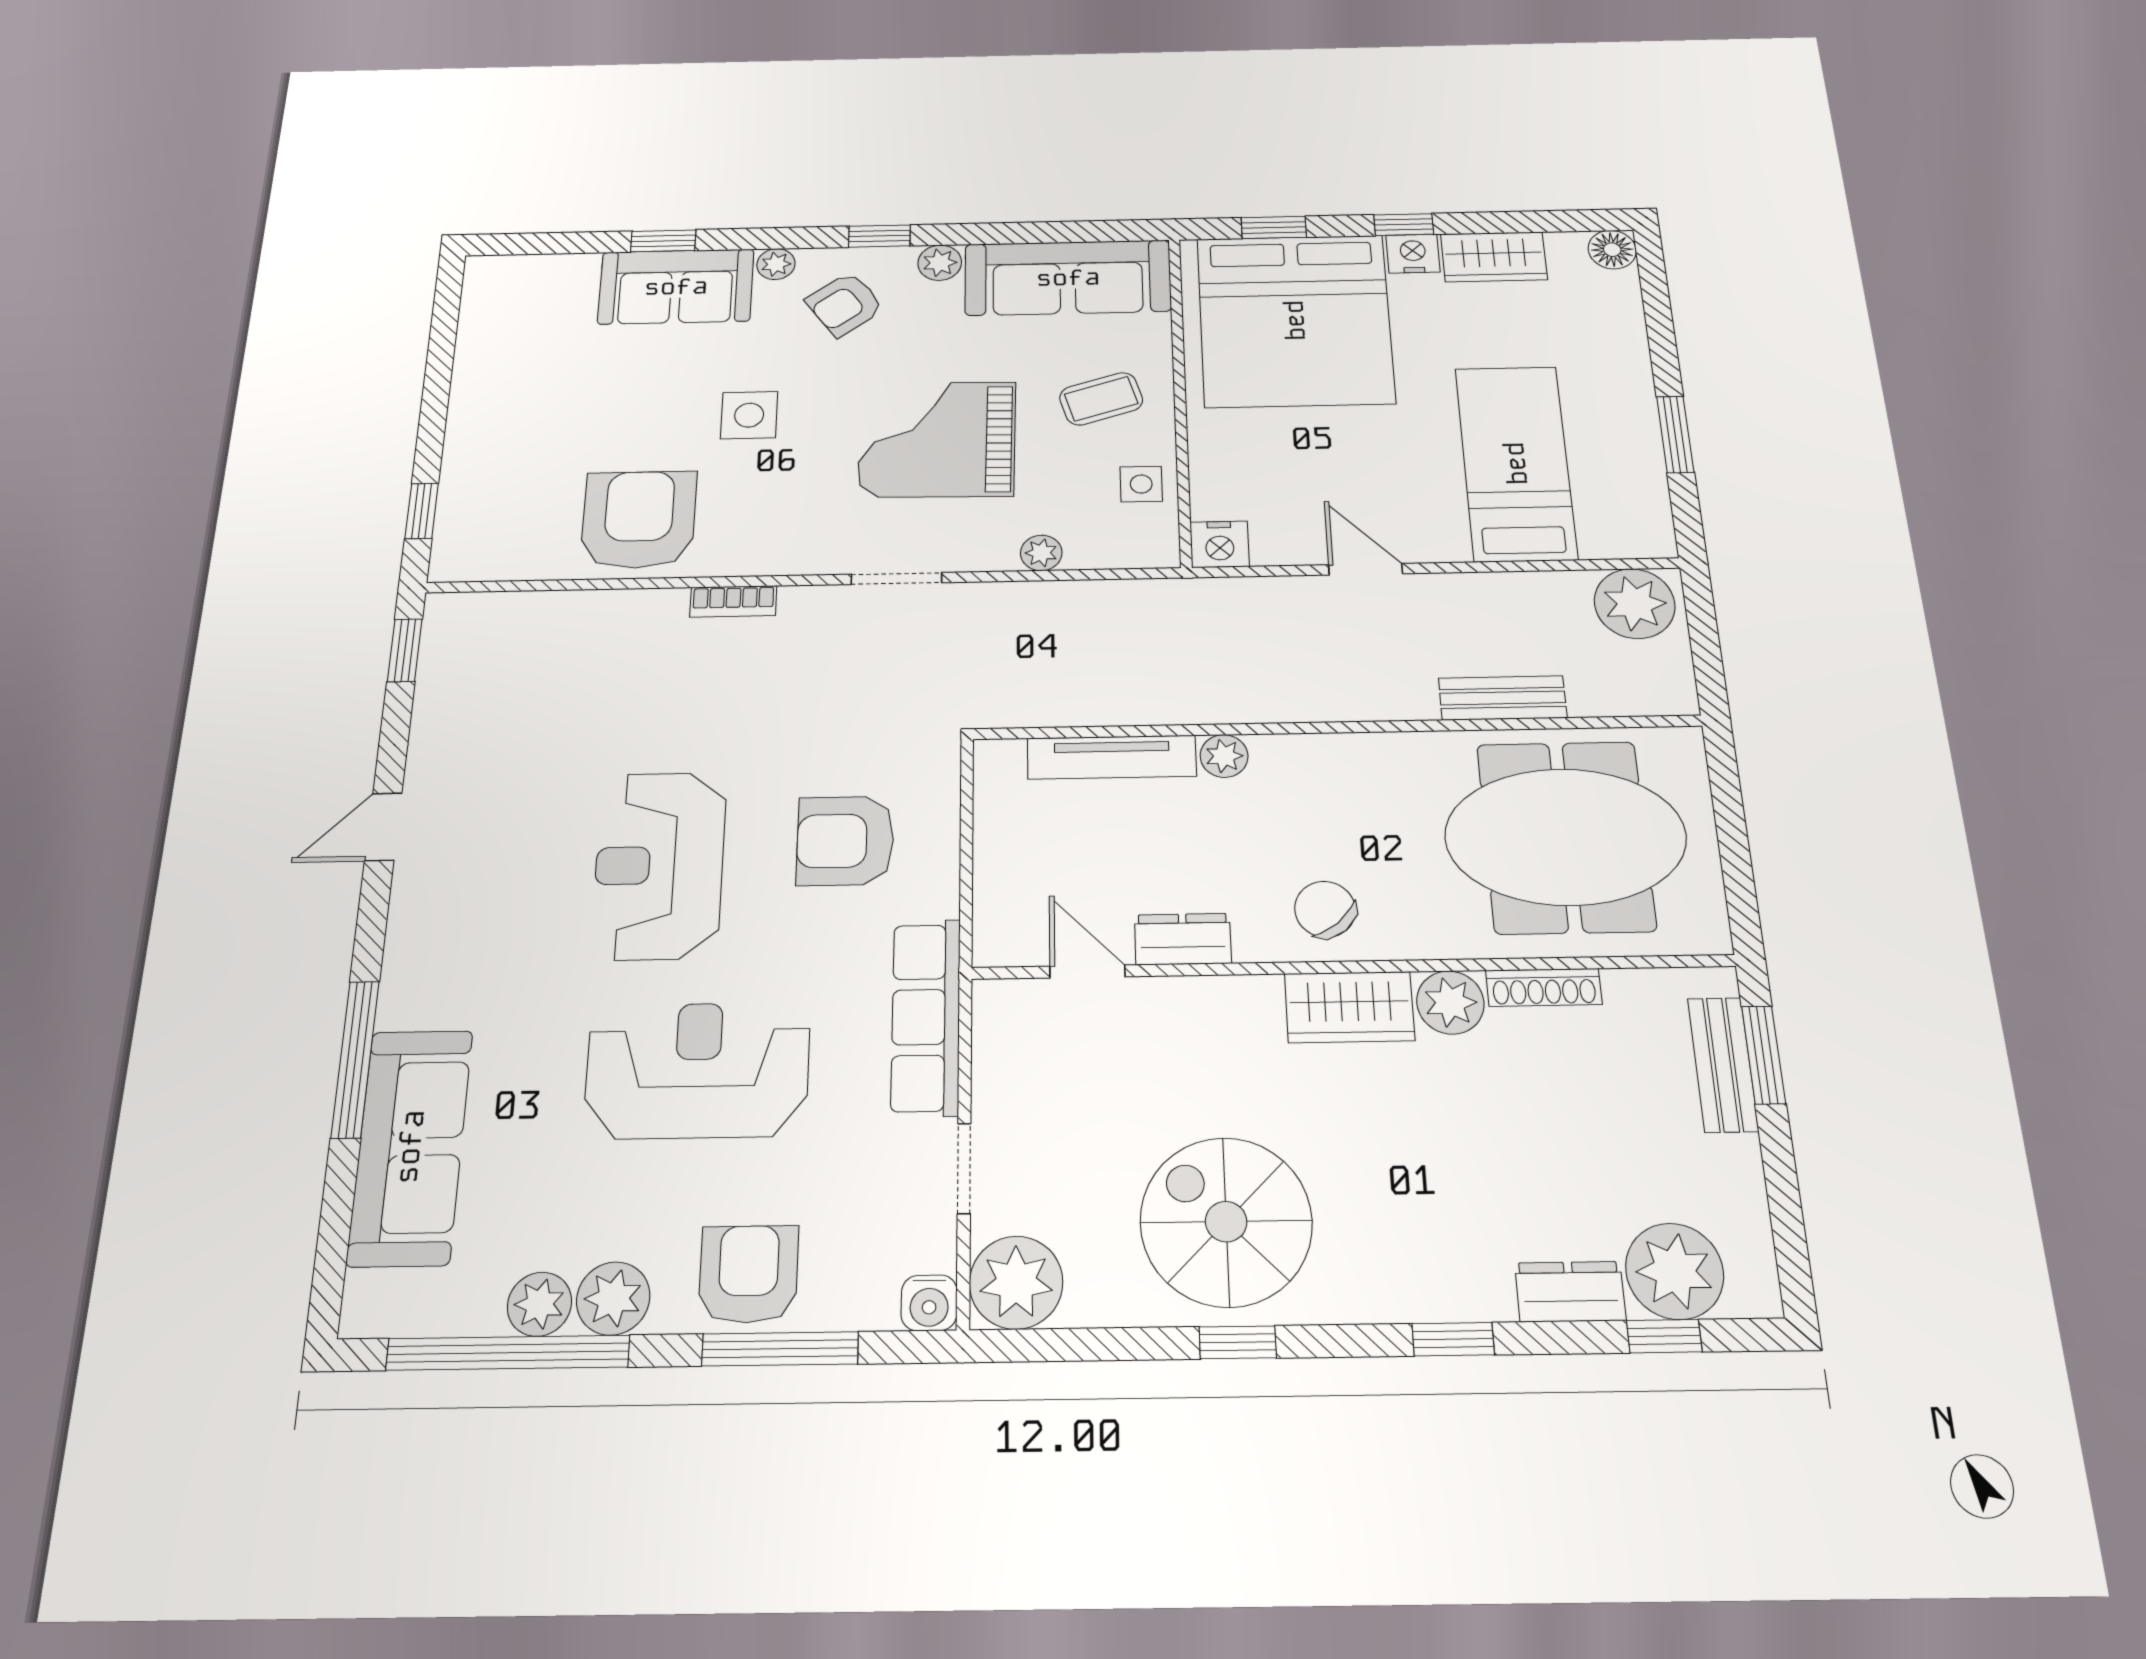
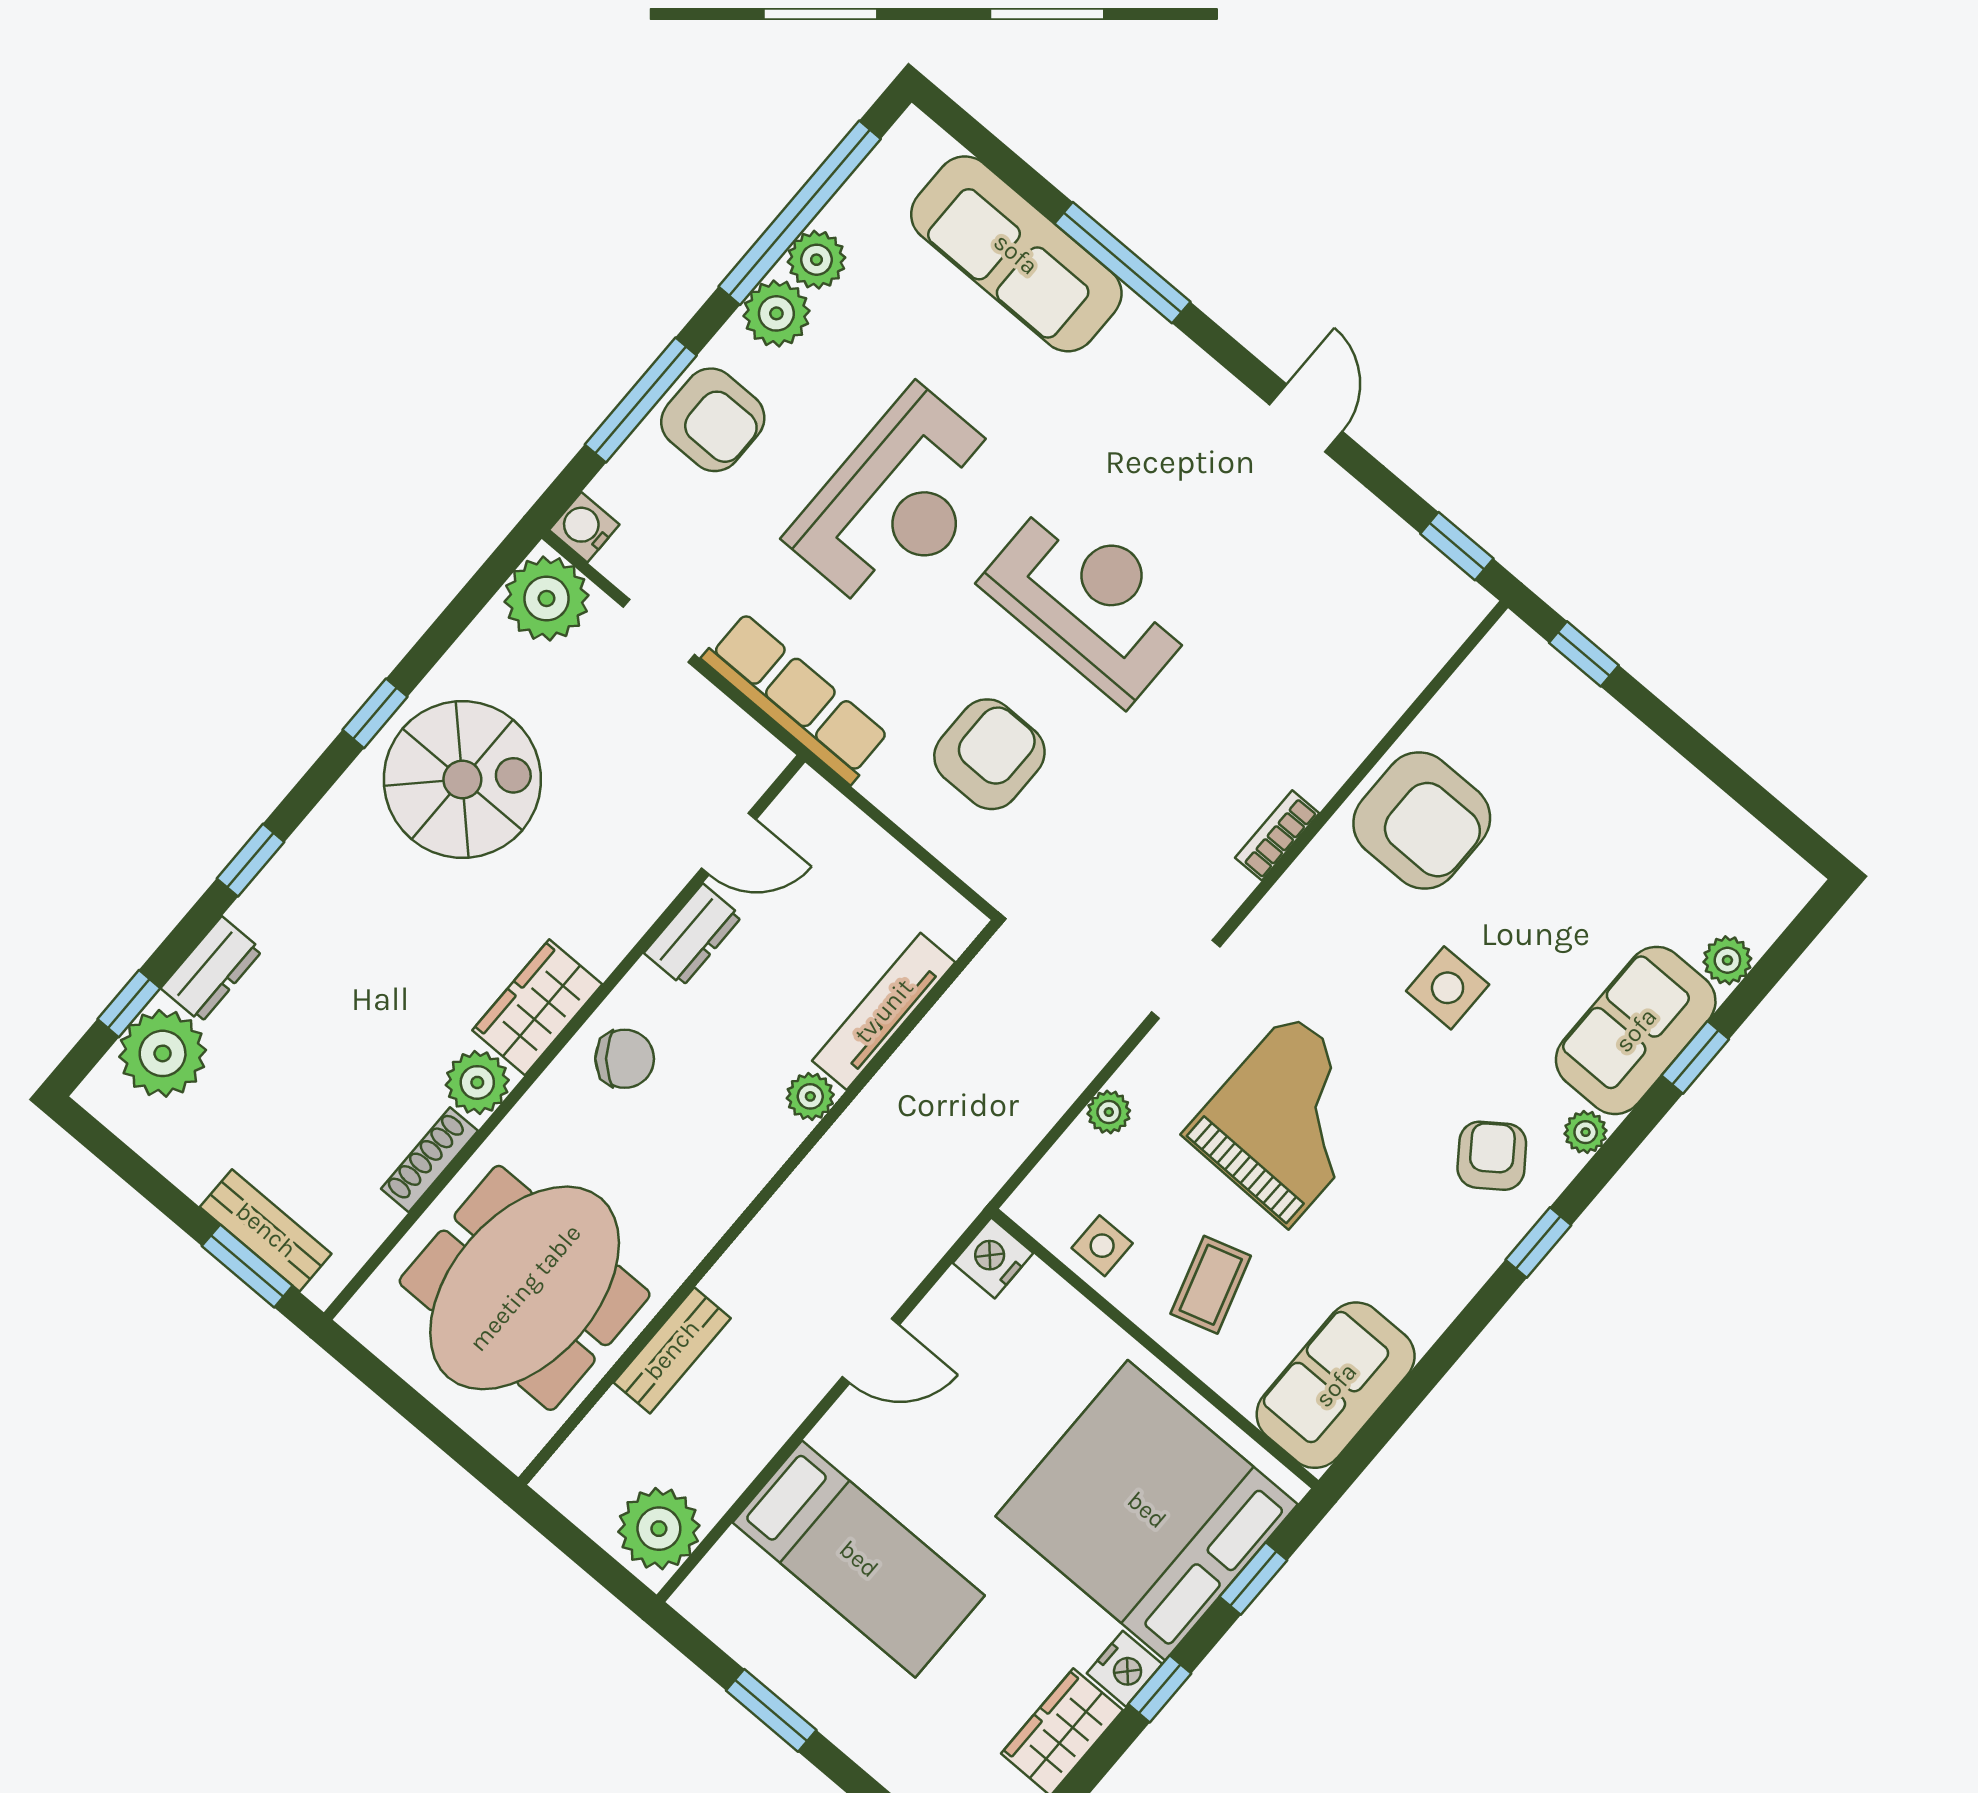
plant: (940, 263) -> (1727, 960), moved
sofa: (1068, 278) -> (1336, 1385), width x0.73

